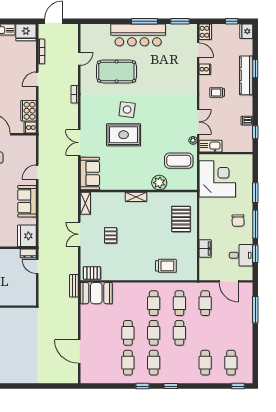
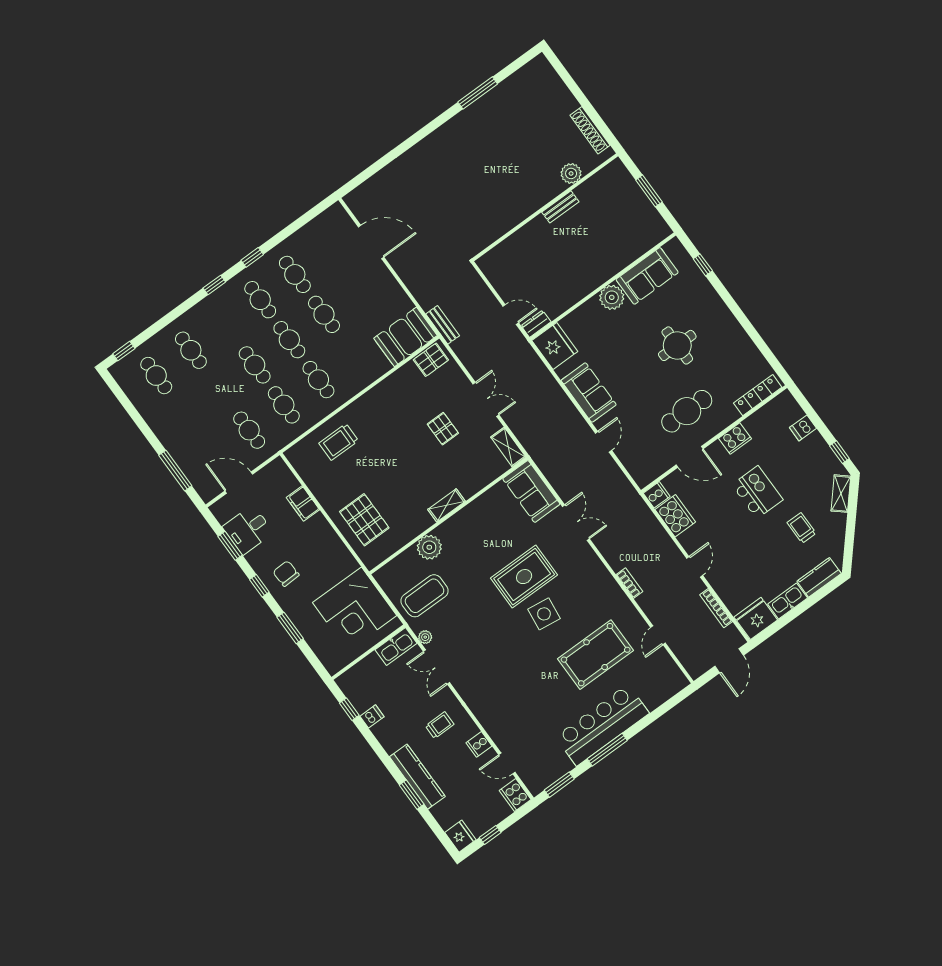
window: (255, 224) -> (259, 586), width x0.46

